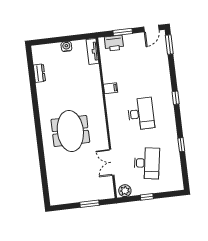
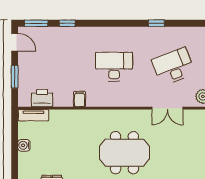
printer: (114, 43) -> (42, 98), moved, turned -90
window: (176, 98) -> (67, 23), moved
desk: (147, 163) -> (173, 67), turned -30

